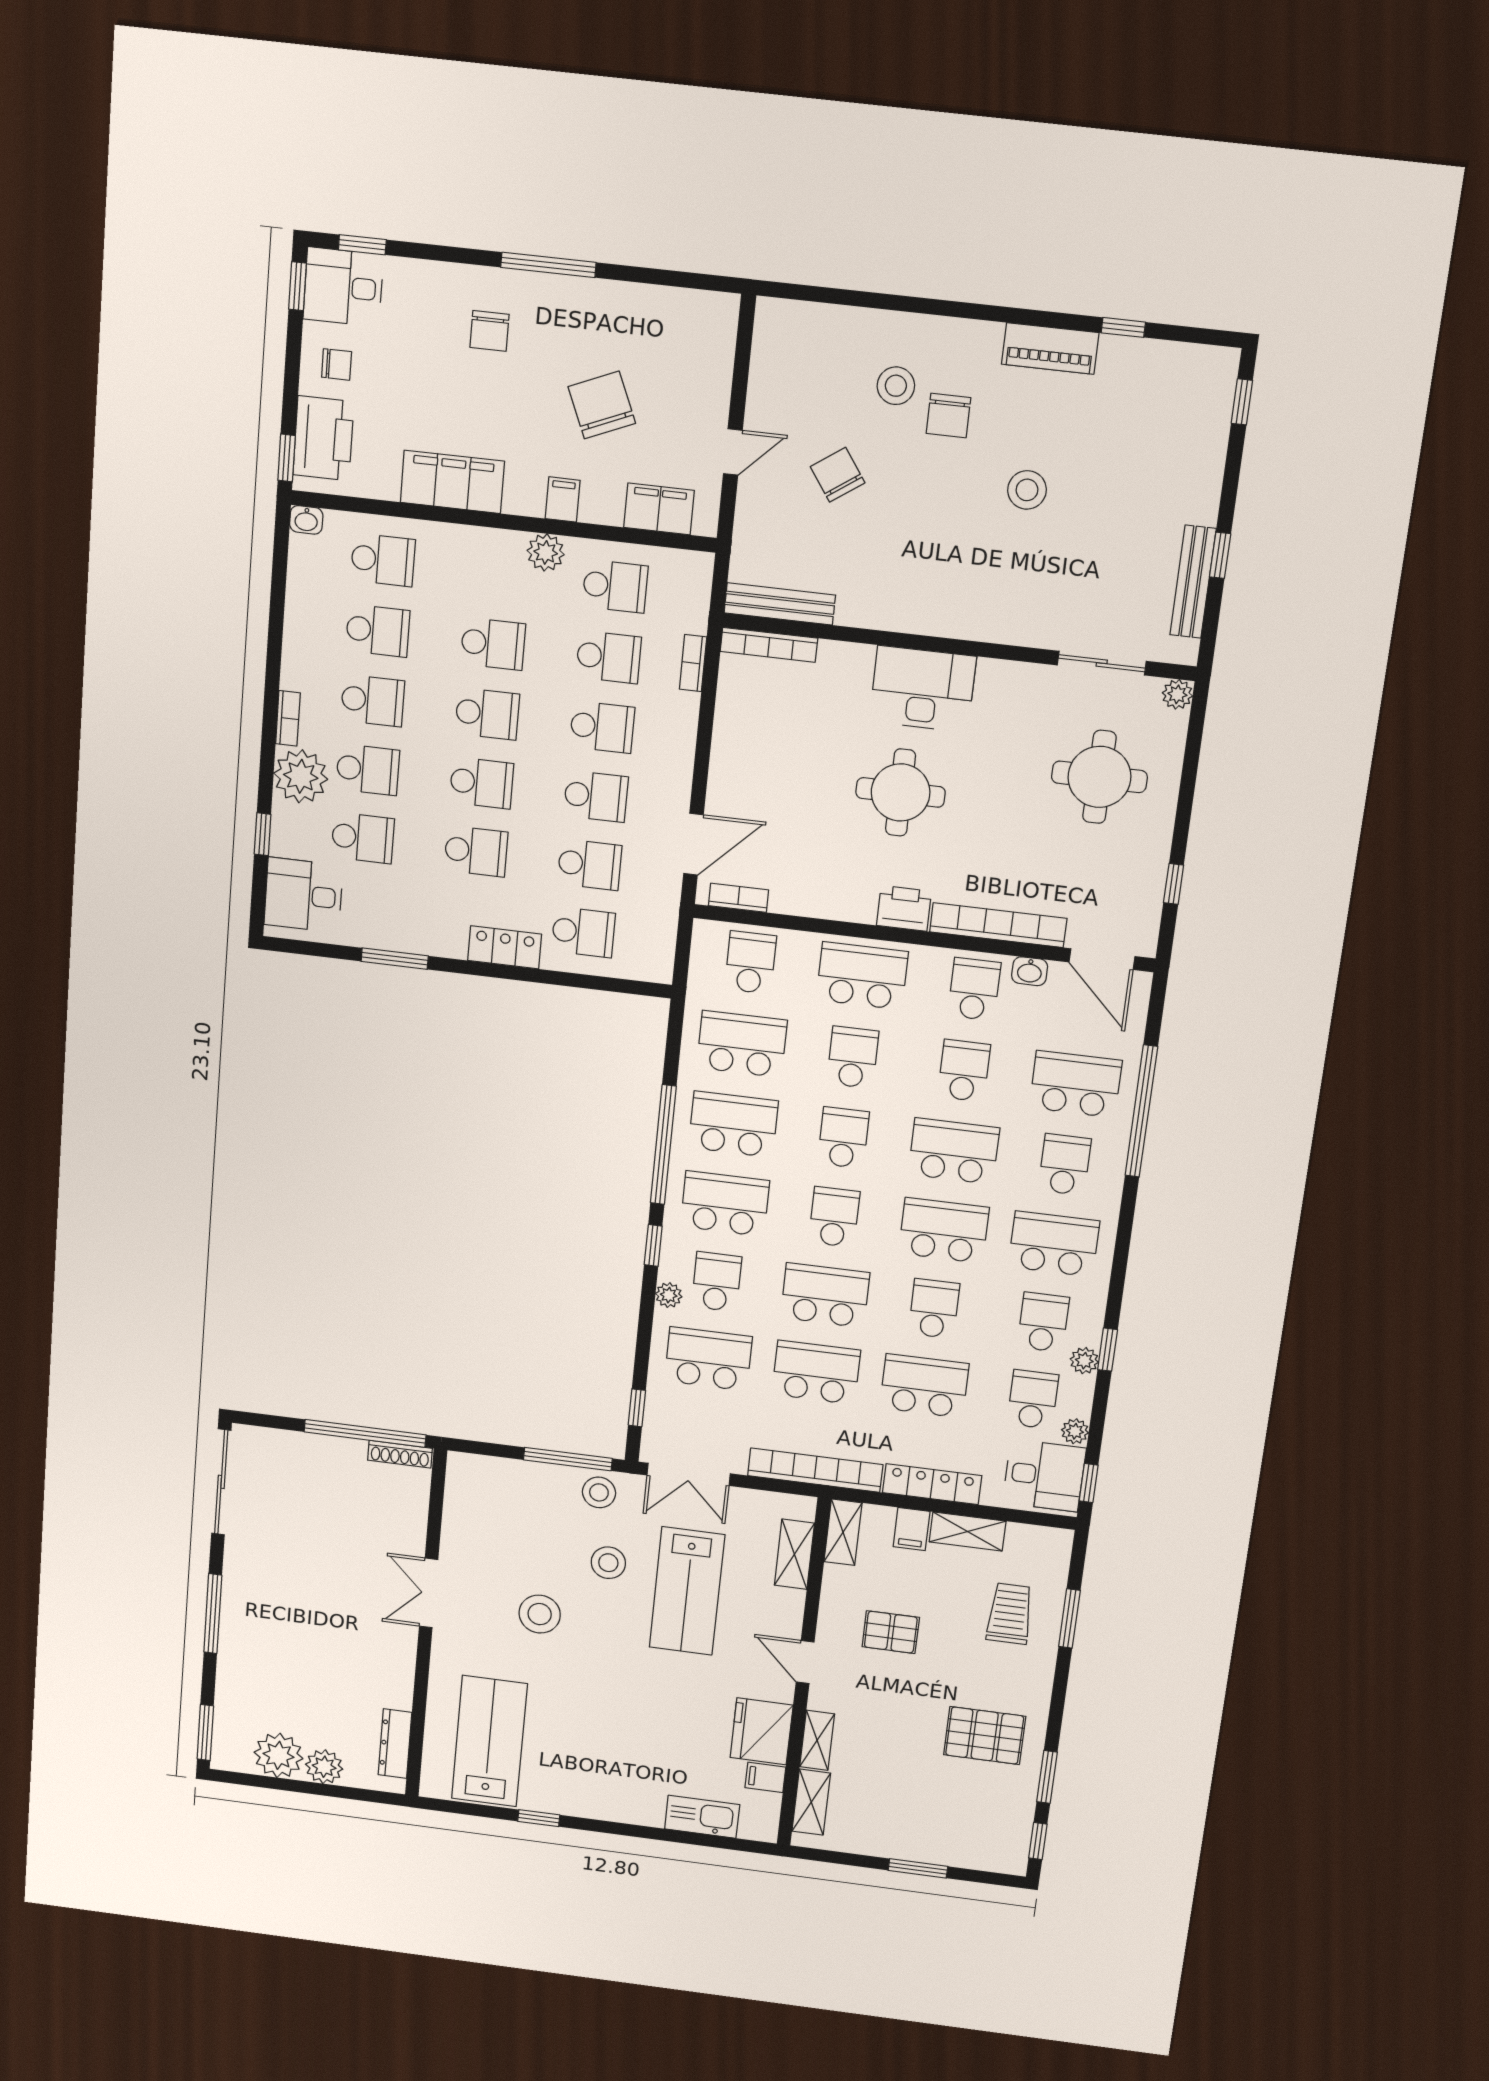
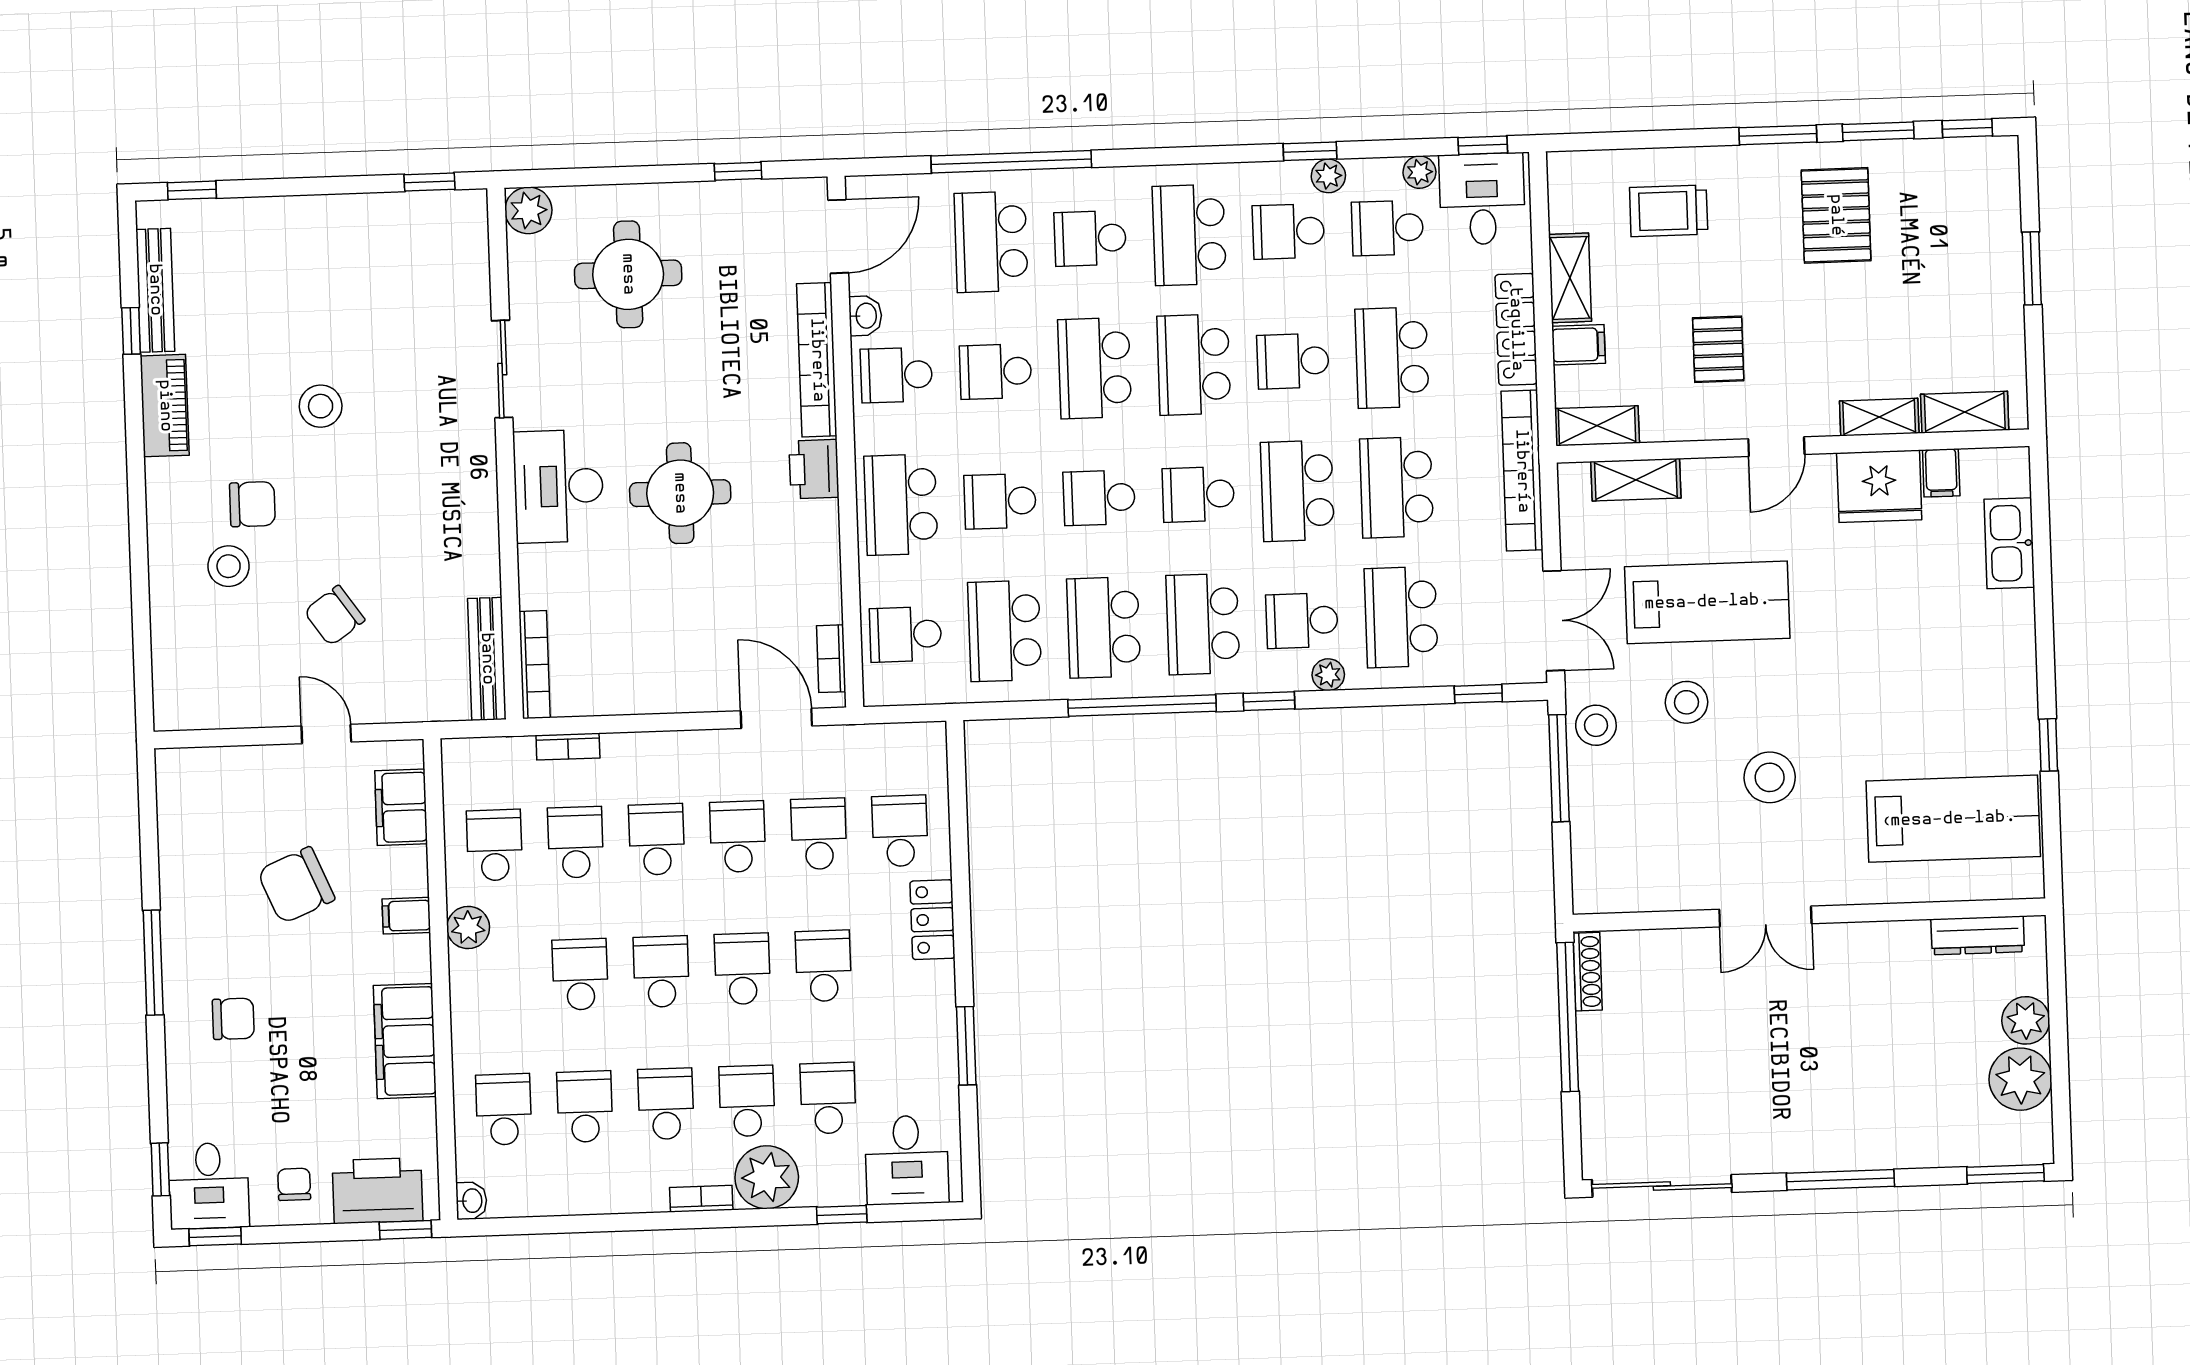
window: (1220, 555) -> (429, 182), moved
bench: (1193, 582) -> (155, 290), moved, turned 90
sliding door: (1102, 663) -> (502, 369), moved
plant: (1177, 694) -> (528, 210), width x1.38, depth x1.38
window: (1069, 1618) -> (1778, 135), moved
lab bench: (489, 1741) -> (1953, 819), turned 180

